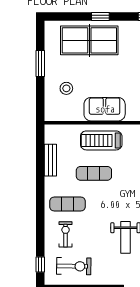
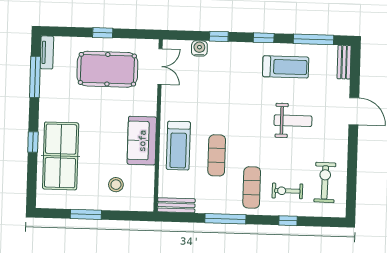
bench: (50, 160) -> (176, 205), moved
window: (40, 182) -> (225, 219), added
window: (40, 265) -> (288, 221), moved

